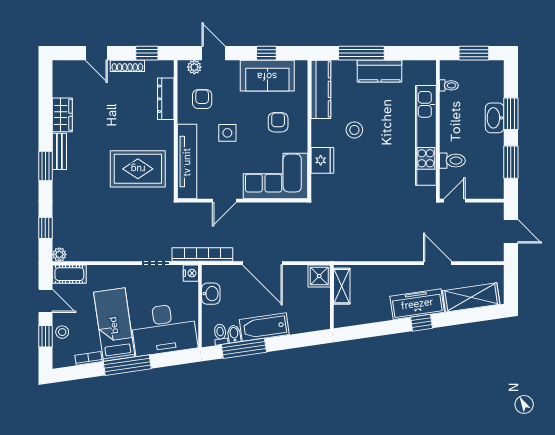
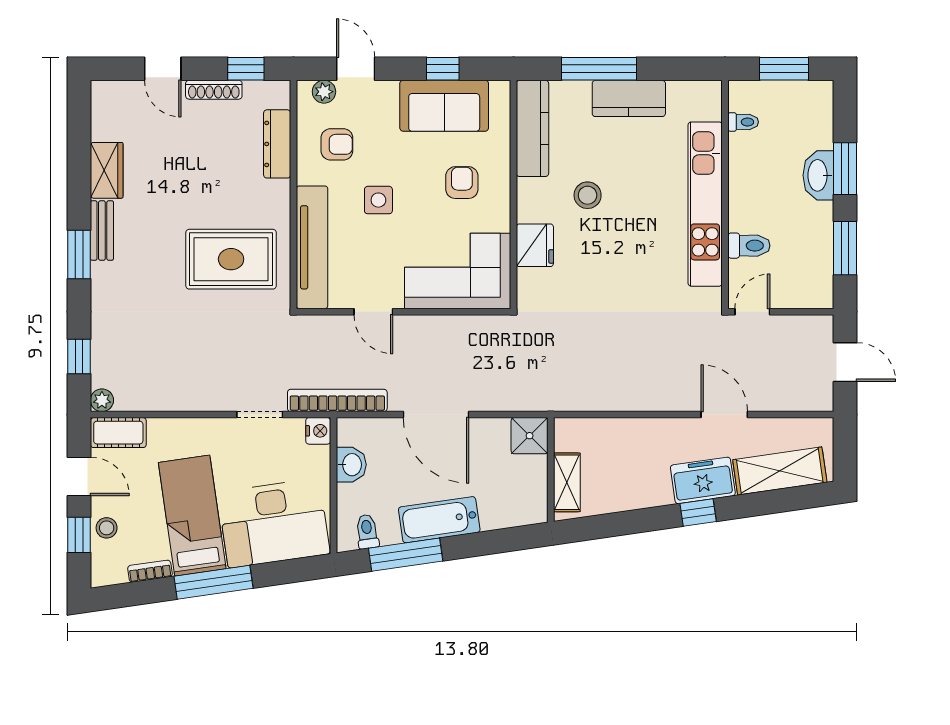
armchair: (202, 99) -> (337, 144), turned 90
door: (224, 201) -> (373, 312), hinge flipped
shelving: (342, 286) -> (567, 482), moved
freezer: (417, 304) -> (703, 480), width x0.71
bidet: (234, 334) -> (390, 531), removed

